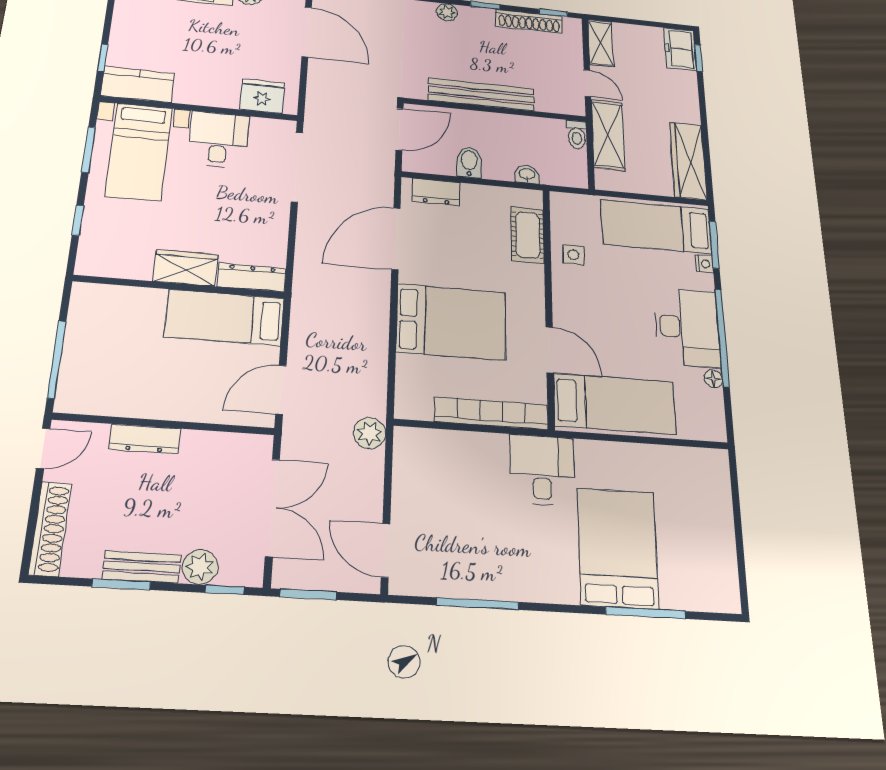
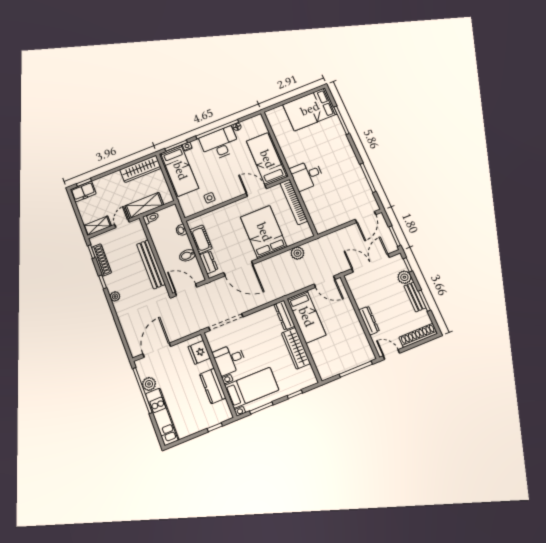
kitchen counter: (138, 85) -> (213, 386), moved
cot: (528, 235) -> (201, 239), moved, turned 90
wardrobe: (186, 268) -> (296, 348), width x1.50
door: (550, 350) -> (256, 191), hinge flipped
plant: (370, 433) -> (297, 253), moved
bed: (618, 548) -> (310, 109), moved

